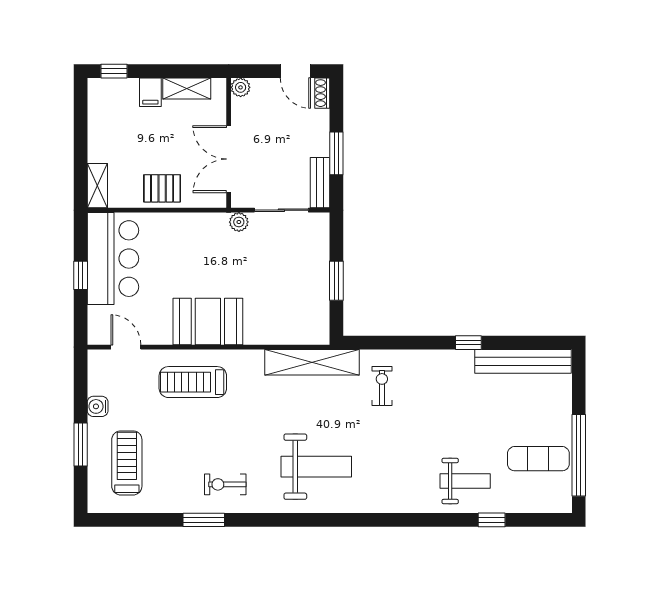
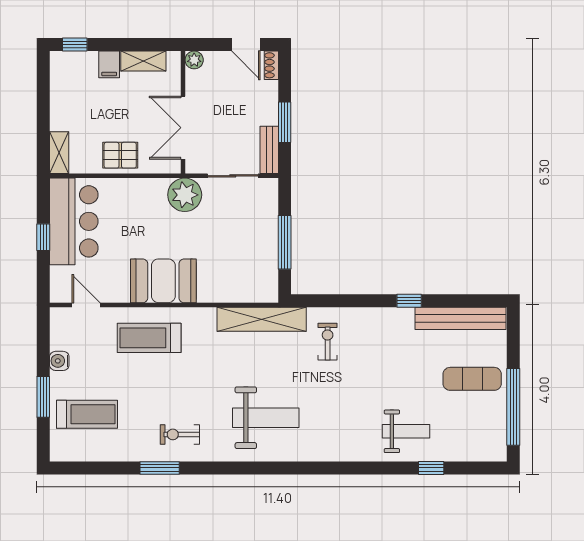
plant: (239, 222) -> (185, 195), width x1.87, depth x1.87
window: (336, 281) -> (285, 242), width x1.44
exercise mat: (538, 459) -> (472, 379), moved
treadmill: (127, 463) -> (87, 414), turned 90

